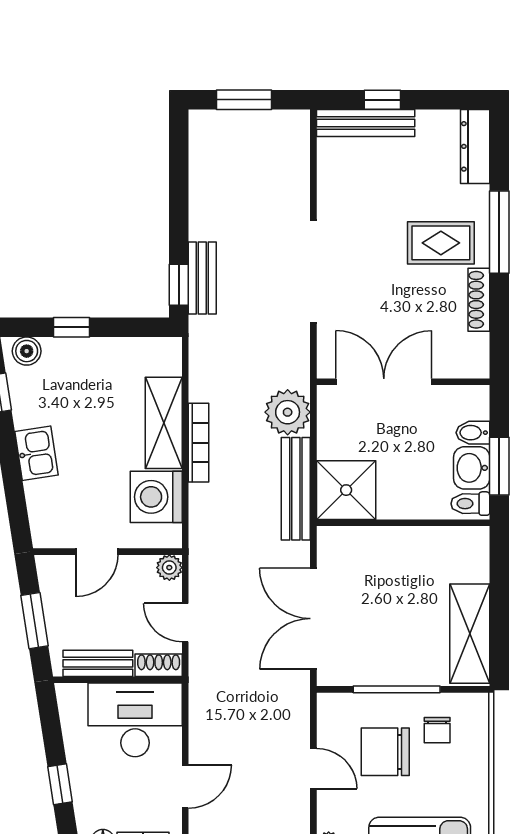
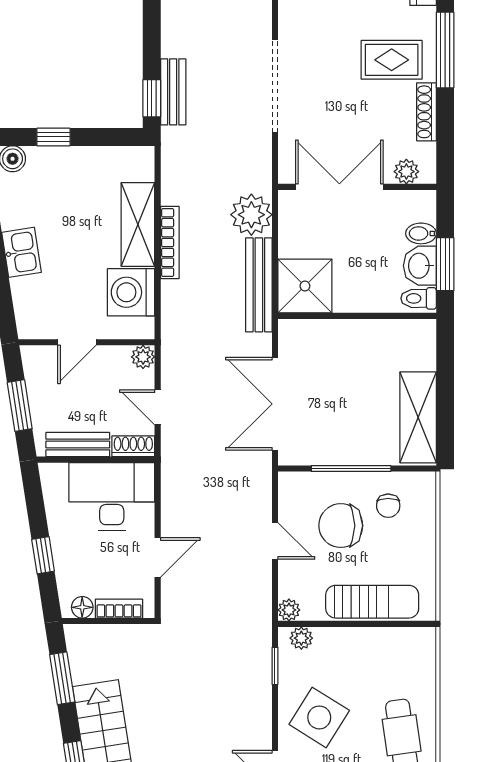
plant: (457, 365) -> (406, 172), added

